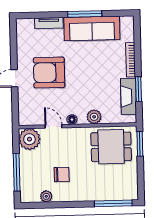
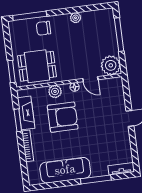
window: (85, 14) -> (96, 179), moved
tv unit: (49, 23) -> (121, 169), moved
armchair: (49, 73) -> (63, 117), moved
chair: (62, 174) -> (44, 28), moved
plant: (46, 196) -> (76, 18), moved

